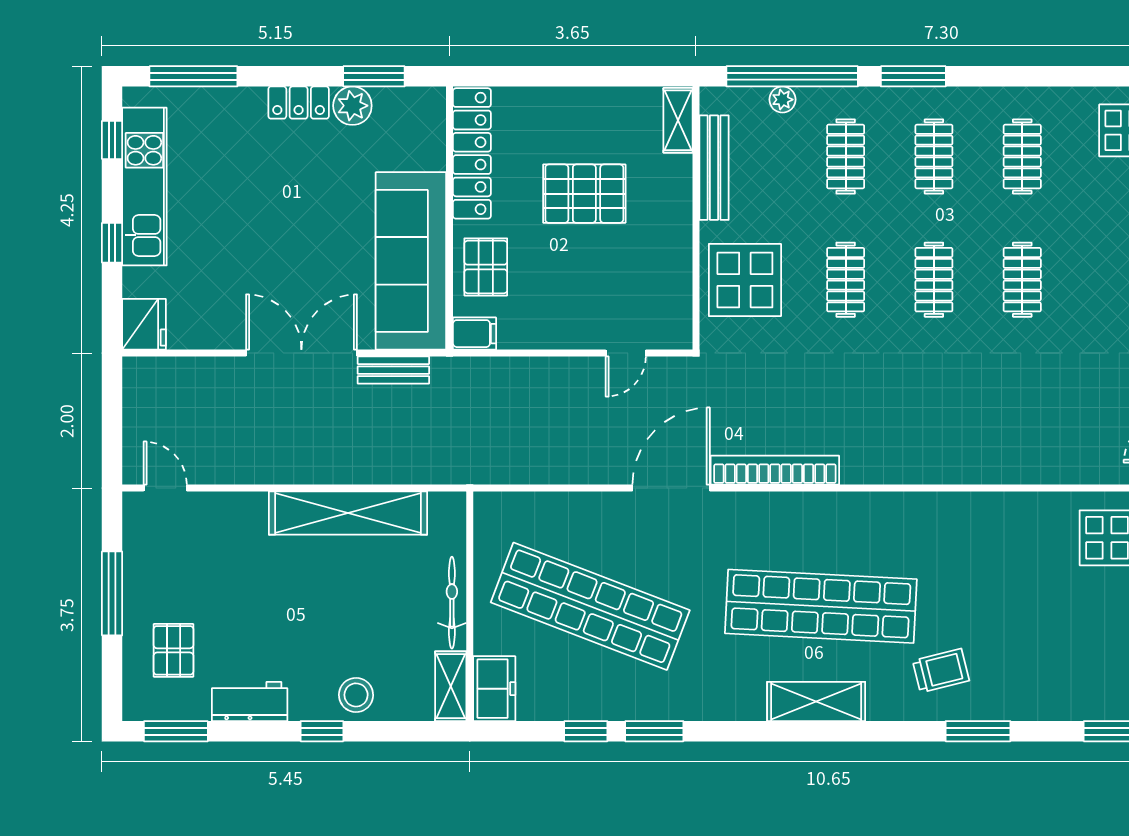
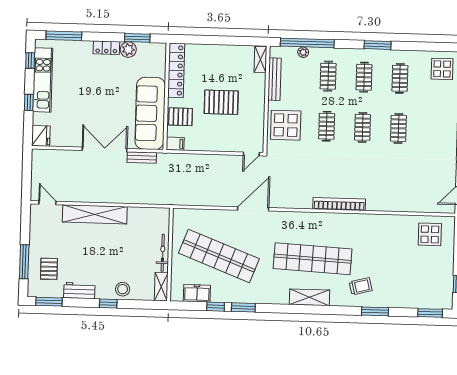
window: (913, 76) -> (378, 45), moved
pallet: (584, 194) -> (221, 102), moved
pallet: (486, 267) -> (180, 117), turned 90
door: (626, 353) -> (251, 154), moved
bookcase: (775, 470) -> (339, 204), moved
shelving: (348, 513) -> (95, 214), moved
window: (112, 593) -> (24, 262), moved
freezer: (494, 689) -> (197, 293), moved, turned -90

